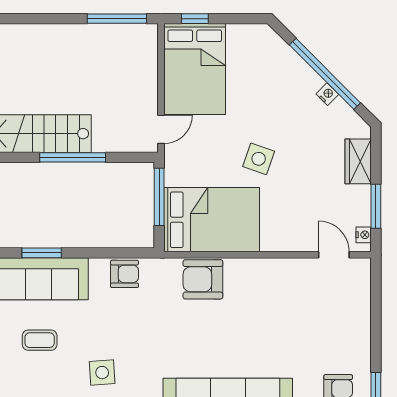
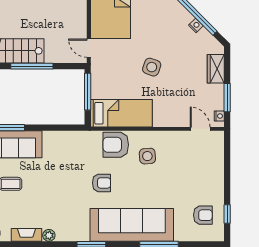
door: (161, 129) -> (89, 48), swing flipped
bed: (212, 220) -> (121, 113), width x0.67
armchair: (124, 274) -> (102, 183), moved
side table: (102, 373) -> (147, 156), moved

